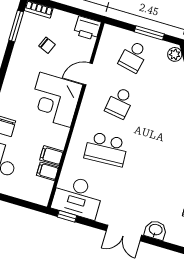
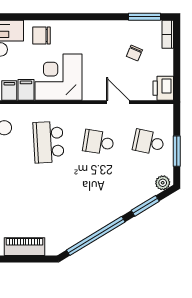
corner desk: (55, 100) -> (59, 77), moved

